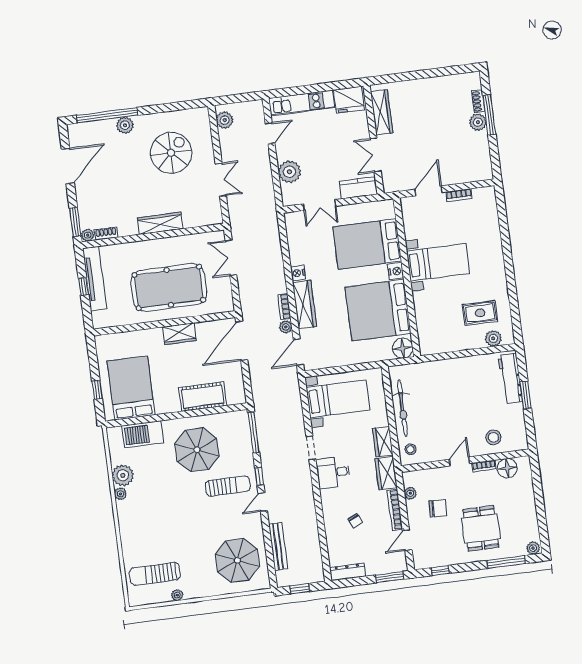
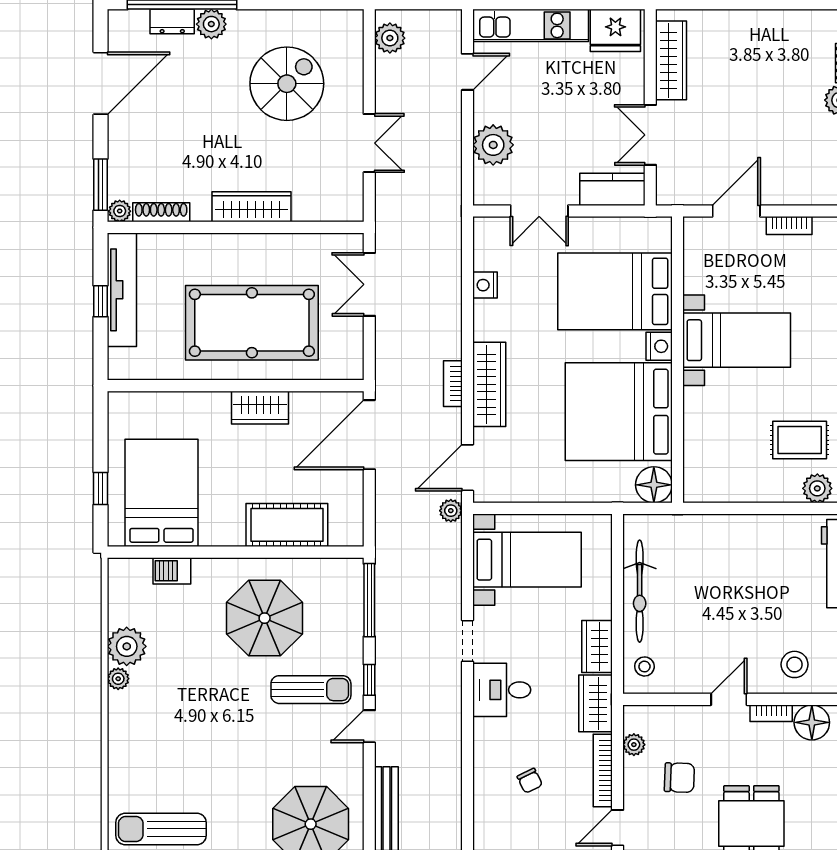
dresser: (103, 127) -> (172, 22), added
shoe rack: (106, 233) -> (161, 212), width x1.43
nightstand: (298, 273) -> (485, 285), moved
plant: (286, 327) -> (451, 511), moved
barbecue: (143, 434) -> (172, 571), width x0.53, depth x0.65

